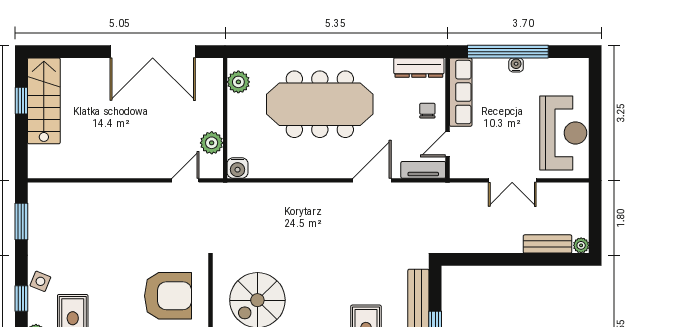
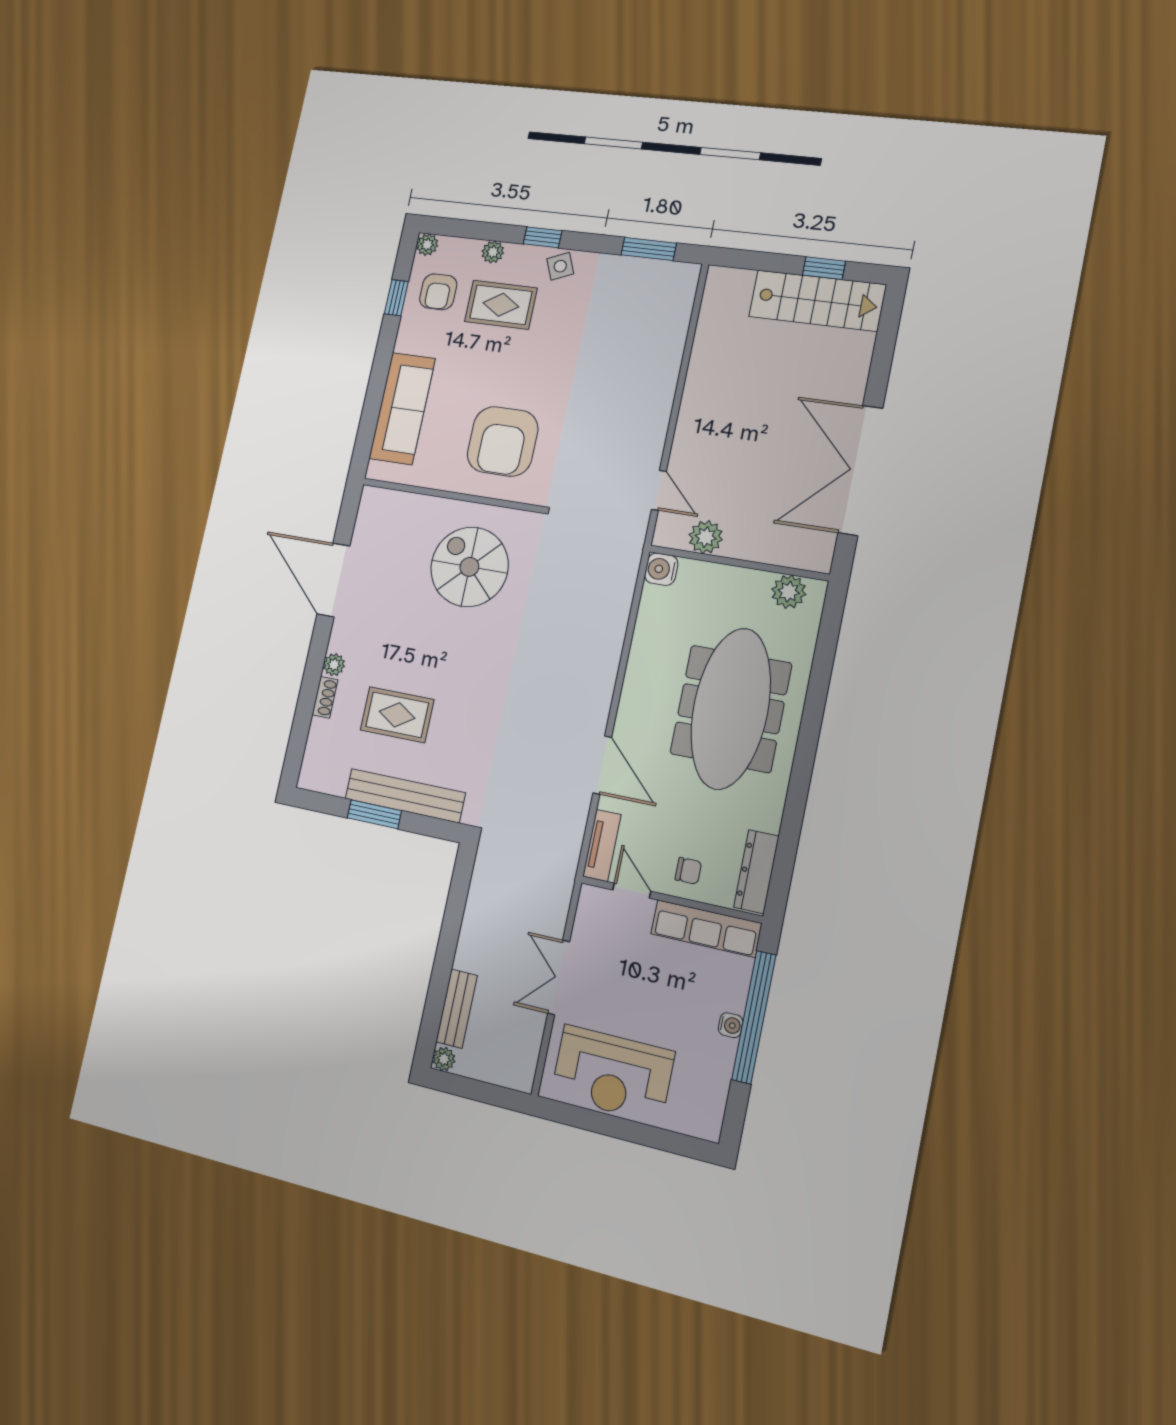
side table: (40, 281) -> (560, 266), turned 45

